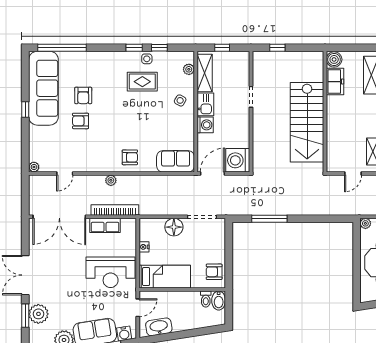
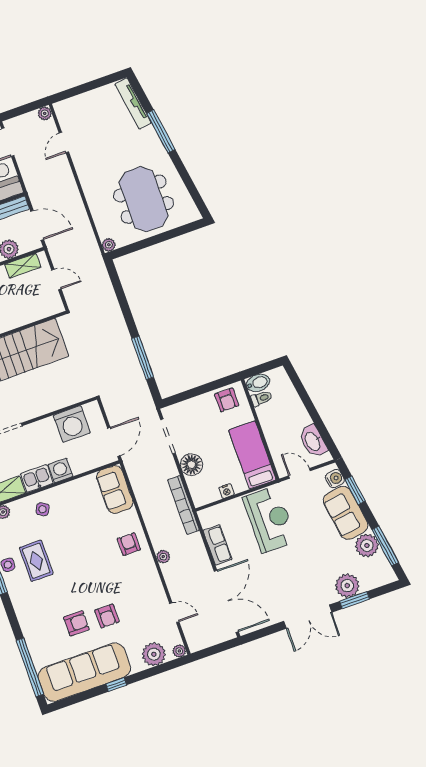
plant: (38, 147) -> (154, 654), added
washing machine: (238, 160) -> (72, 424), moved
door: (212, 174) -> (114, 442), swing flipped
bookcase: (115, 210) -> (183, 505), moved

